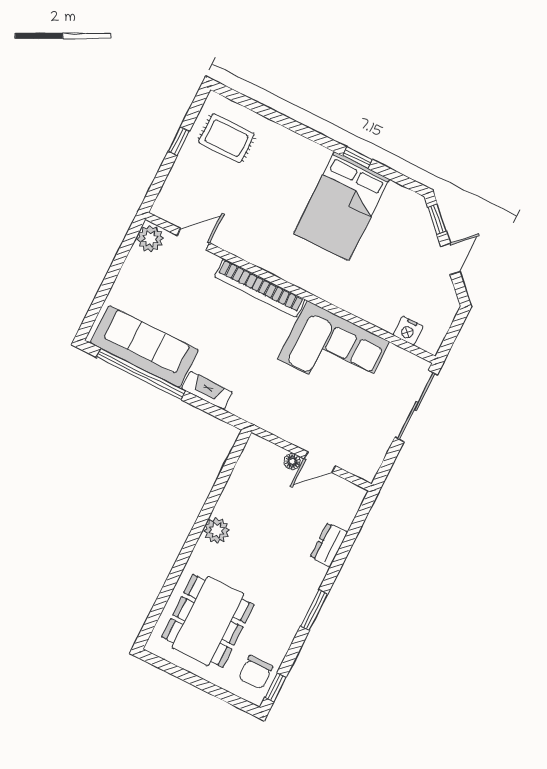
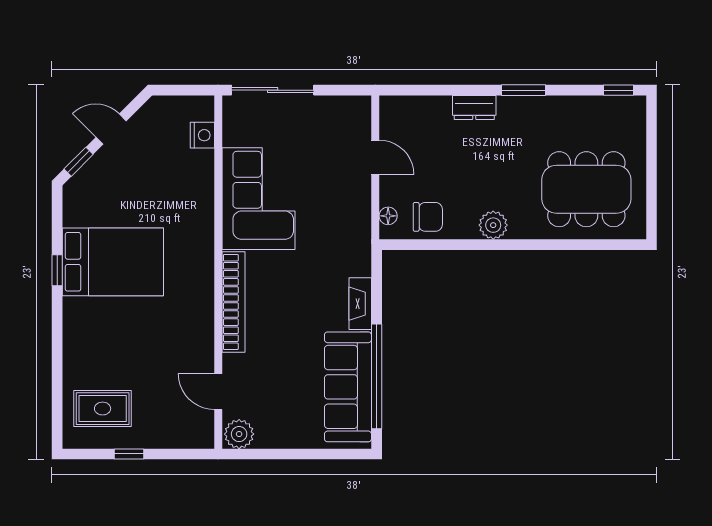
rug: (227, 138) -> (103, 409), turned 90
floor lamp: (292, 461) -> (388, 216), moved
dresser: (329, 545) -> (474, 108), moved
chair: (256, 672) -> (428, 217), moved

